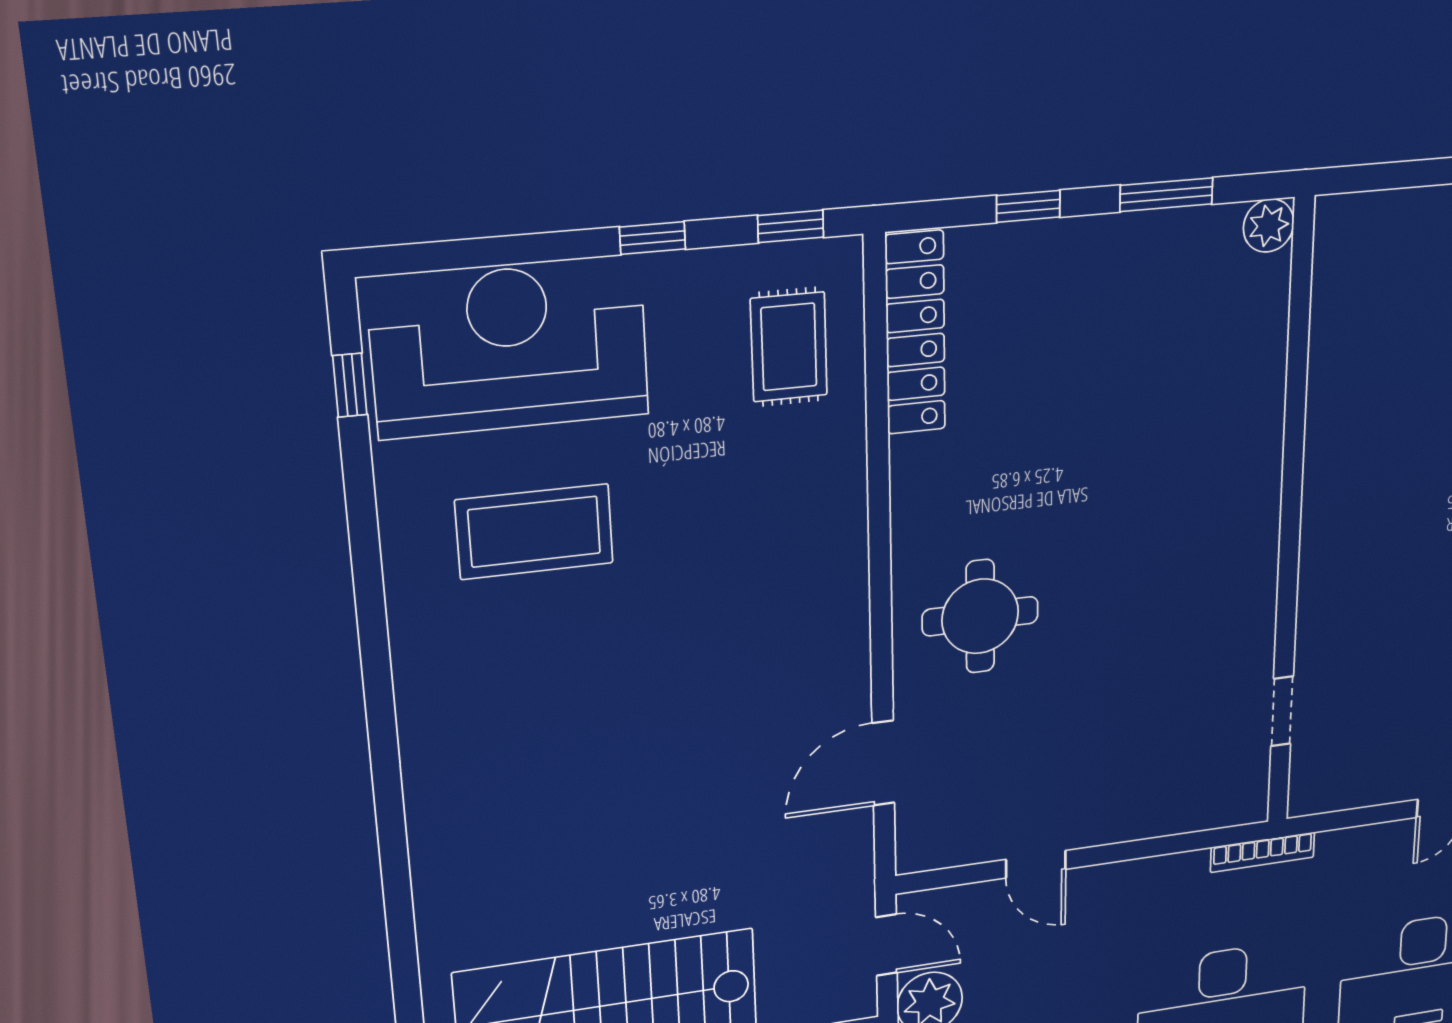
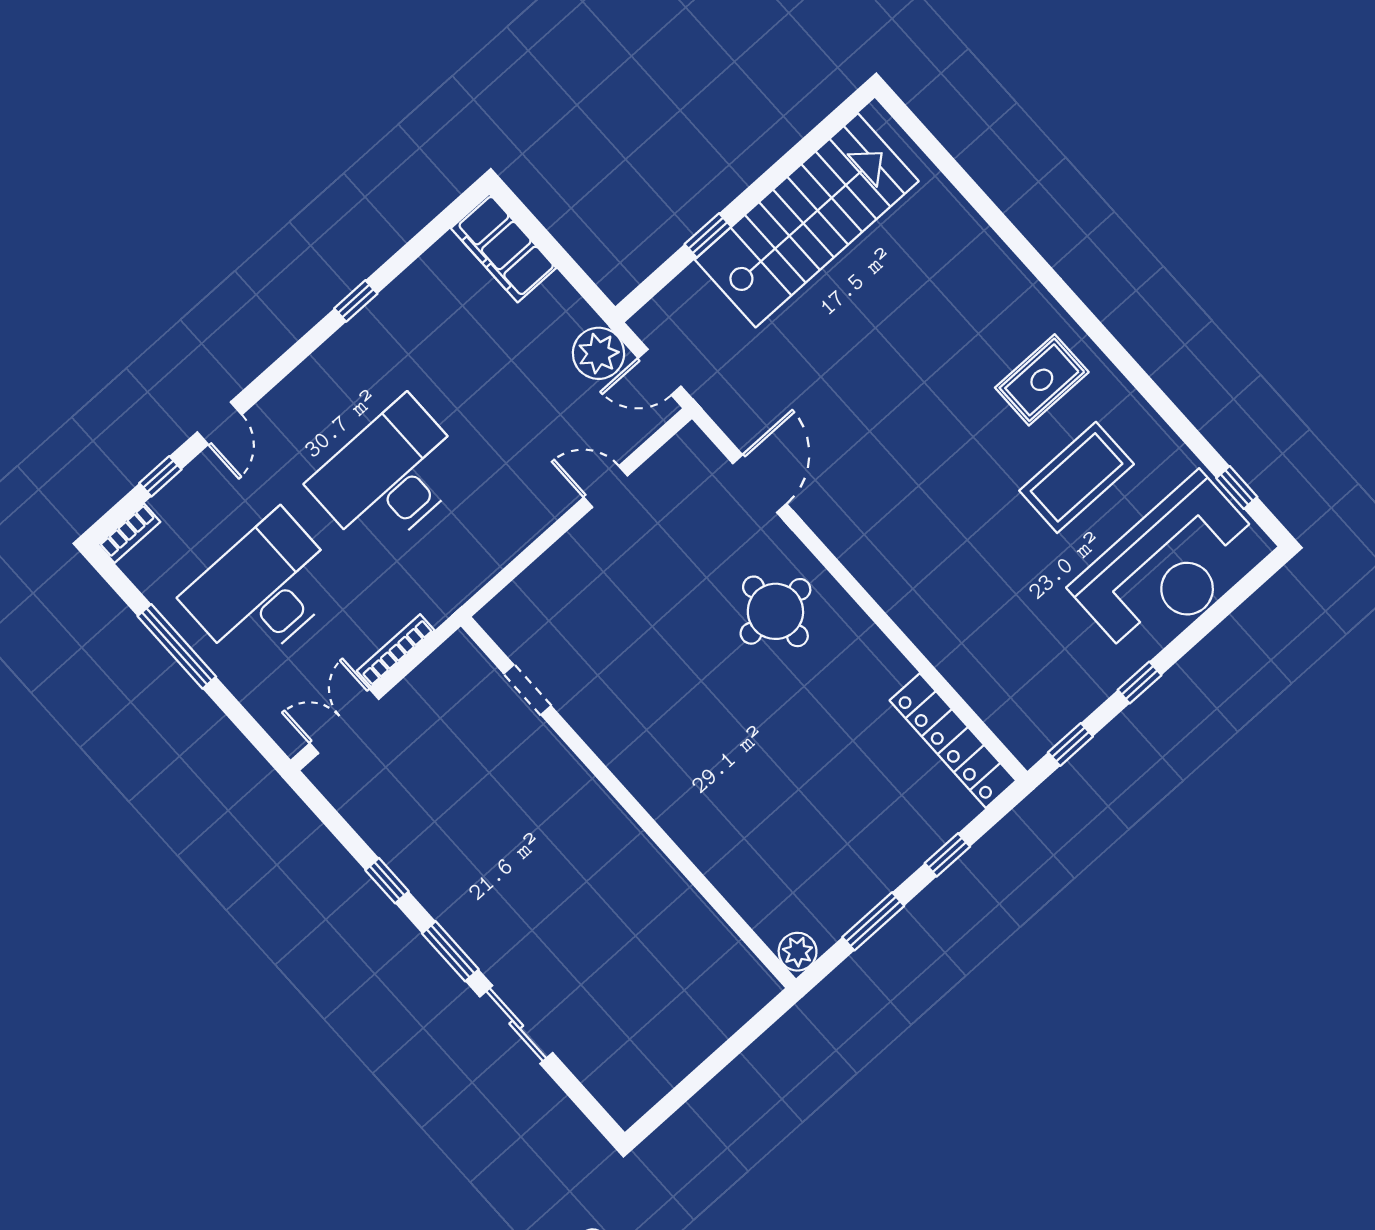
rug: (789, 347) -> (1042, 380), moved, turned 90
bookcase: (1263, 852) -> (396, 651), moved

